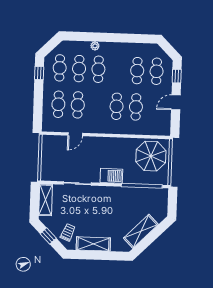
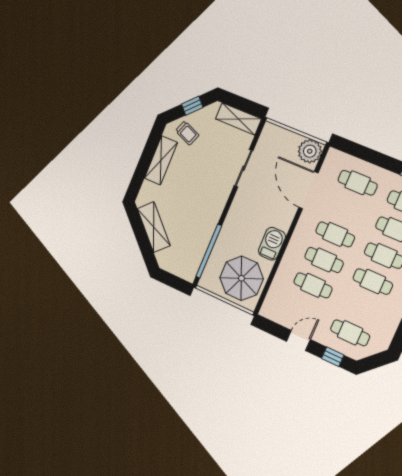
cafe table: (137, 71) -> (373, 282), moved
door: (176, 102) -> (298, 340), hinge flipped
cafe table: (78, 105) -> (335, 234), moved
door: (75, 134) -> (308, 190), width x1.88
plant: (49, 143) -> (310, 151), added
barbecue: (111, 176) -> (272, 244), moved, turned 180

